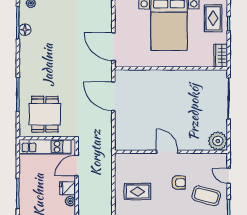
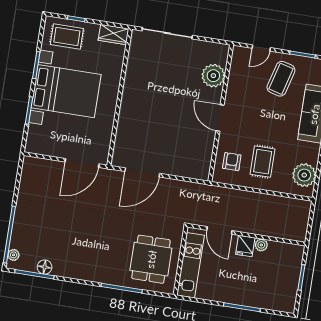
dining table: (45, 114) -> (151, 259), turned 90
plant: (218, 141) -> (213, 76), moved
door: (167, 152) -> (220, 118), hinge flipped
armchair: (179, 183) -> (232, 162), moved

